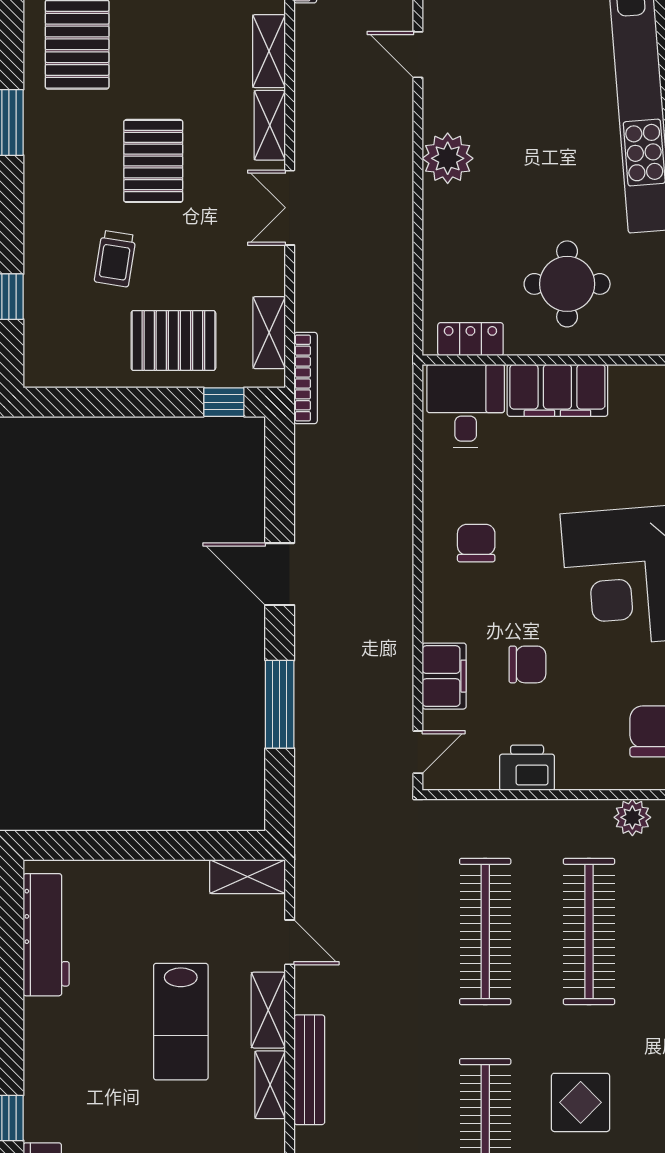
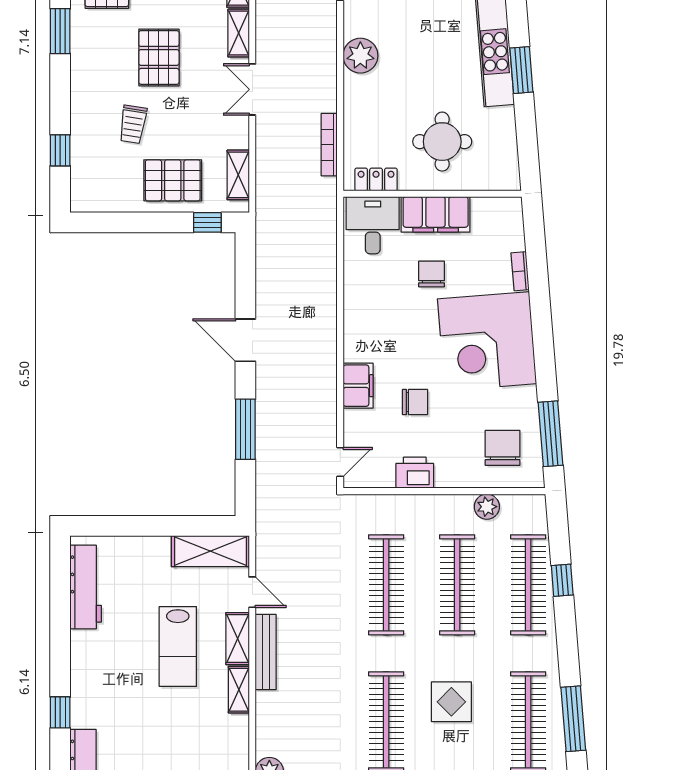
bookcase: (306, 378) -> (329, 145), moved, turned 180
chair: (476, 543) -> (432, 274), moved
filing cabinet: (444, 676) -> (358, 386), moved
shelving: (247, 877) -> (210, 551), width x1.50, depth x1.33
bench: (309, 1070) -> (266, 652), moved

